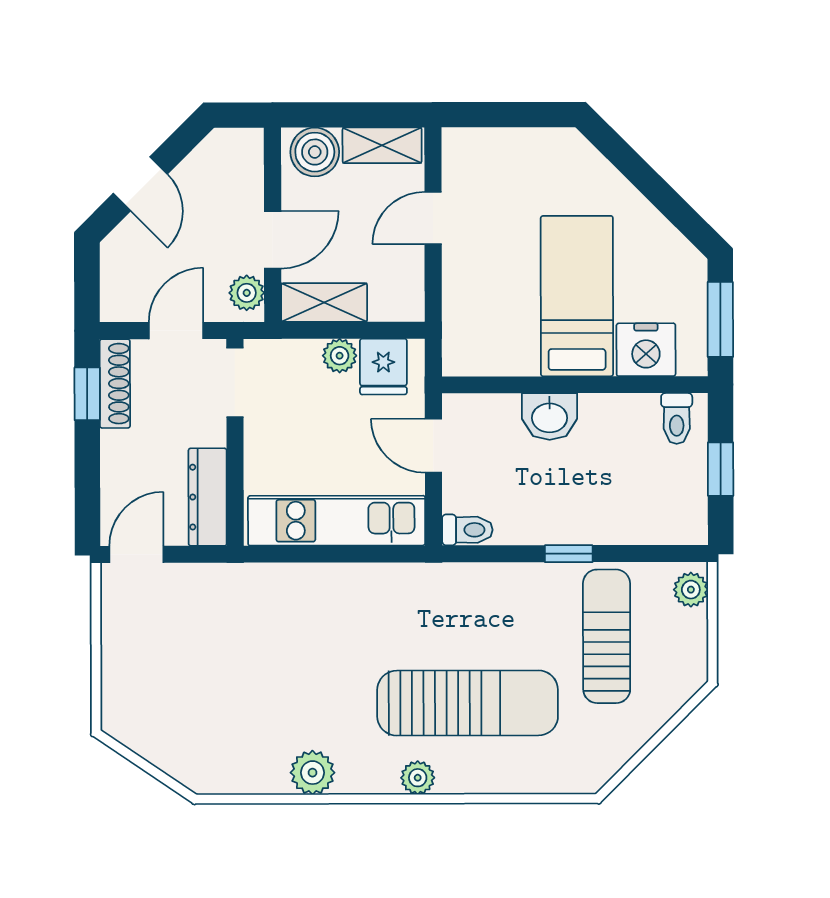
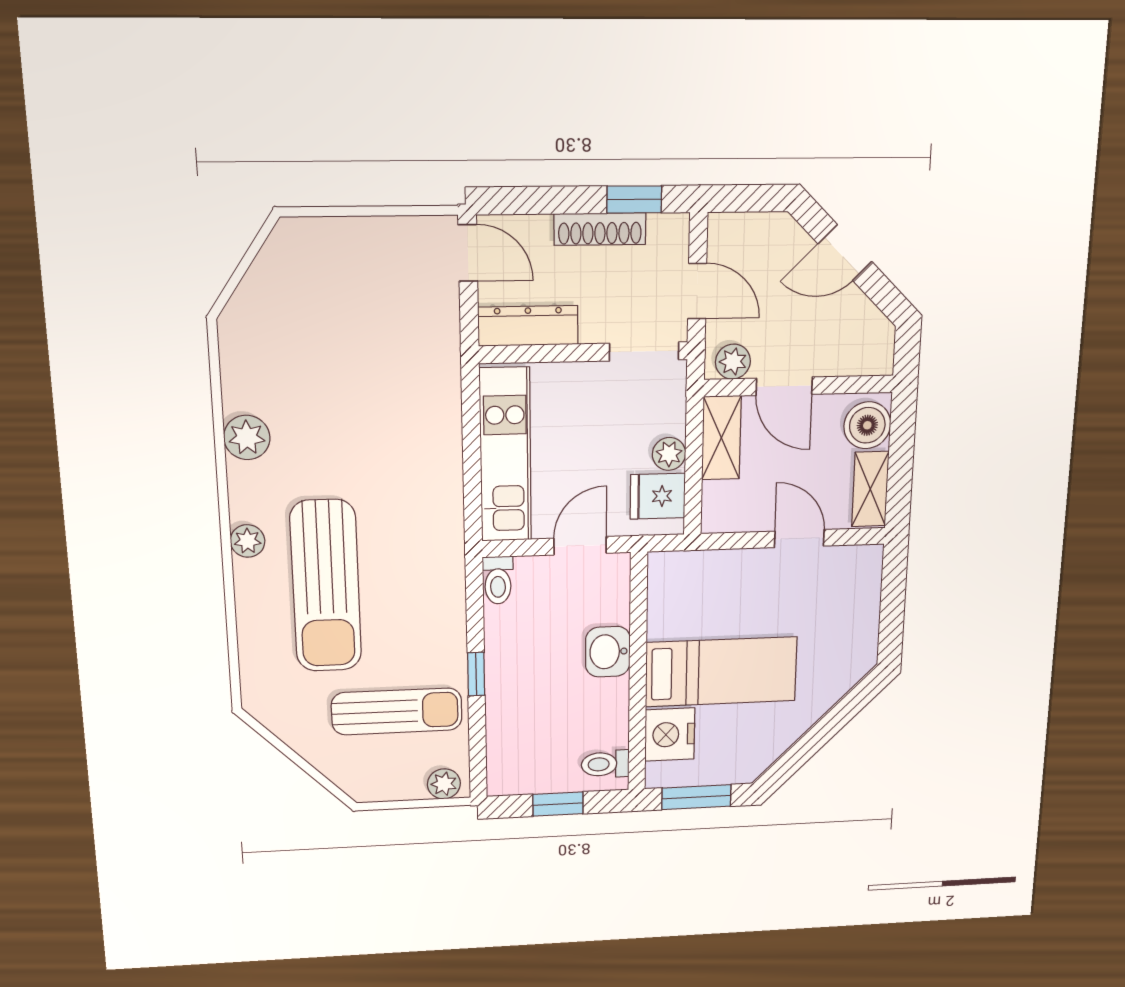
shoe rack: (115, 384) -> (600, 229), moved

